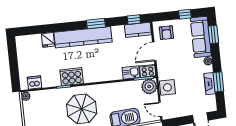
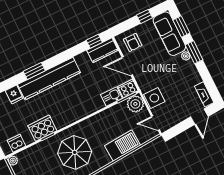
window: (96, 24) -> (34, 71), moved
door: (154, 51) -> (127, 66), hinge flipped
cooker: (72, 77) -> (42, 128), moved
window: (218, 82) -> (194, 52), moved
fireplace: (210, 84) -> (204, 94), moved

